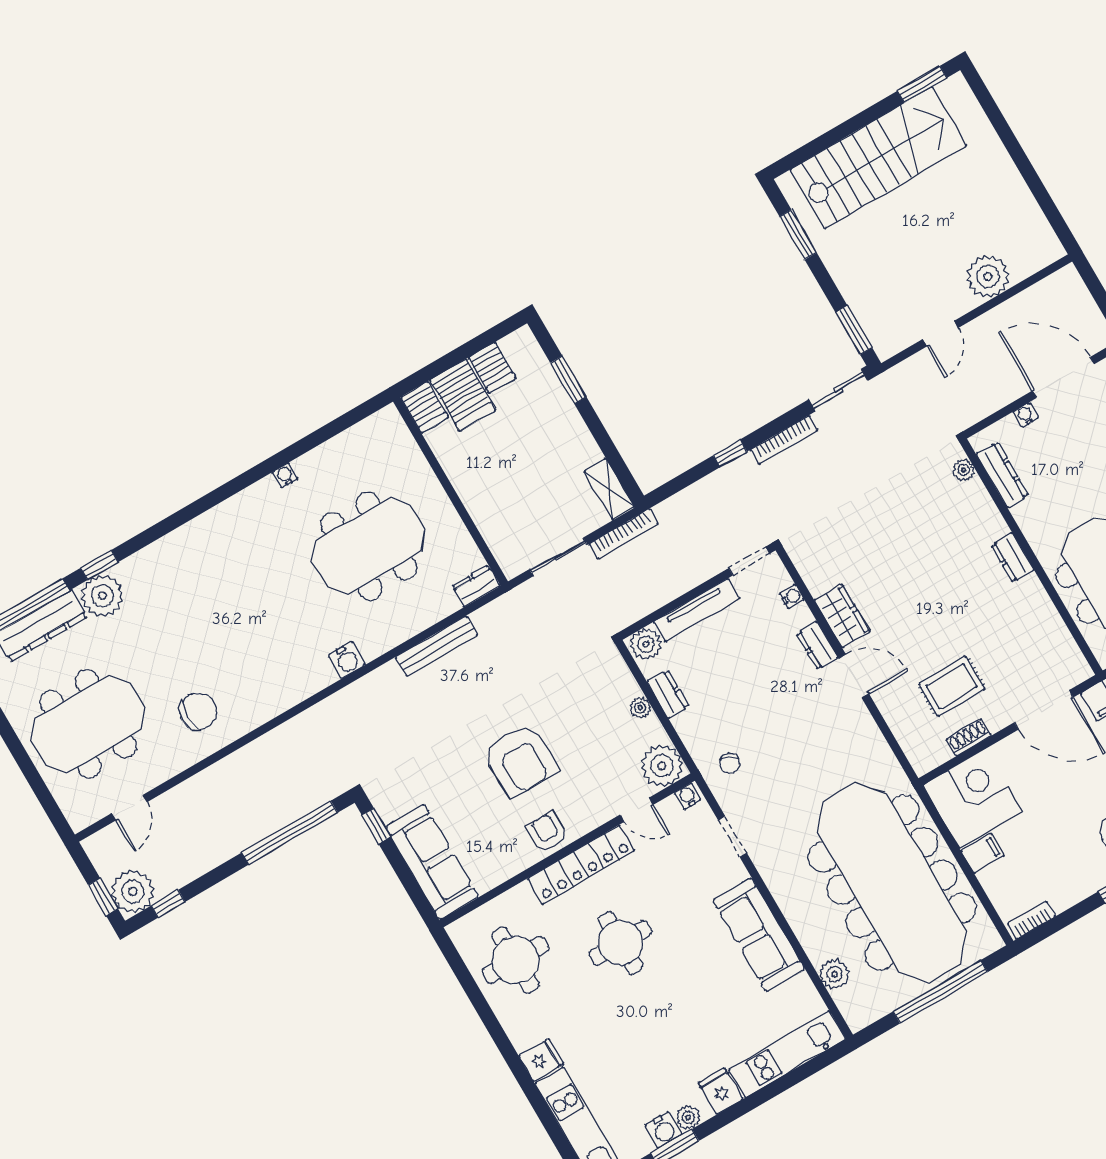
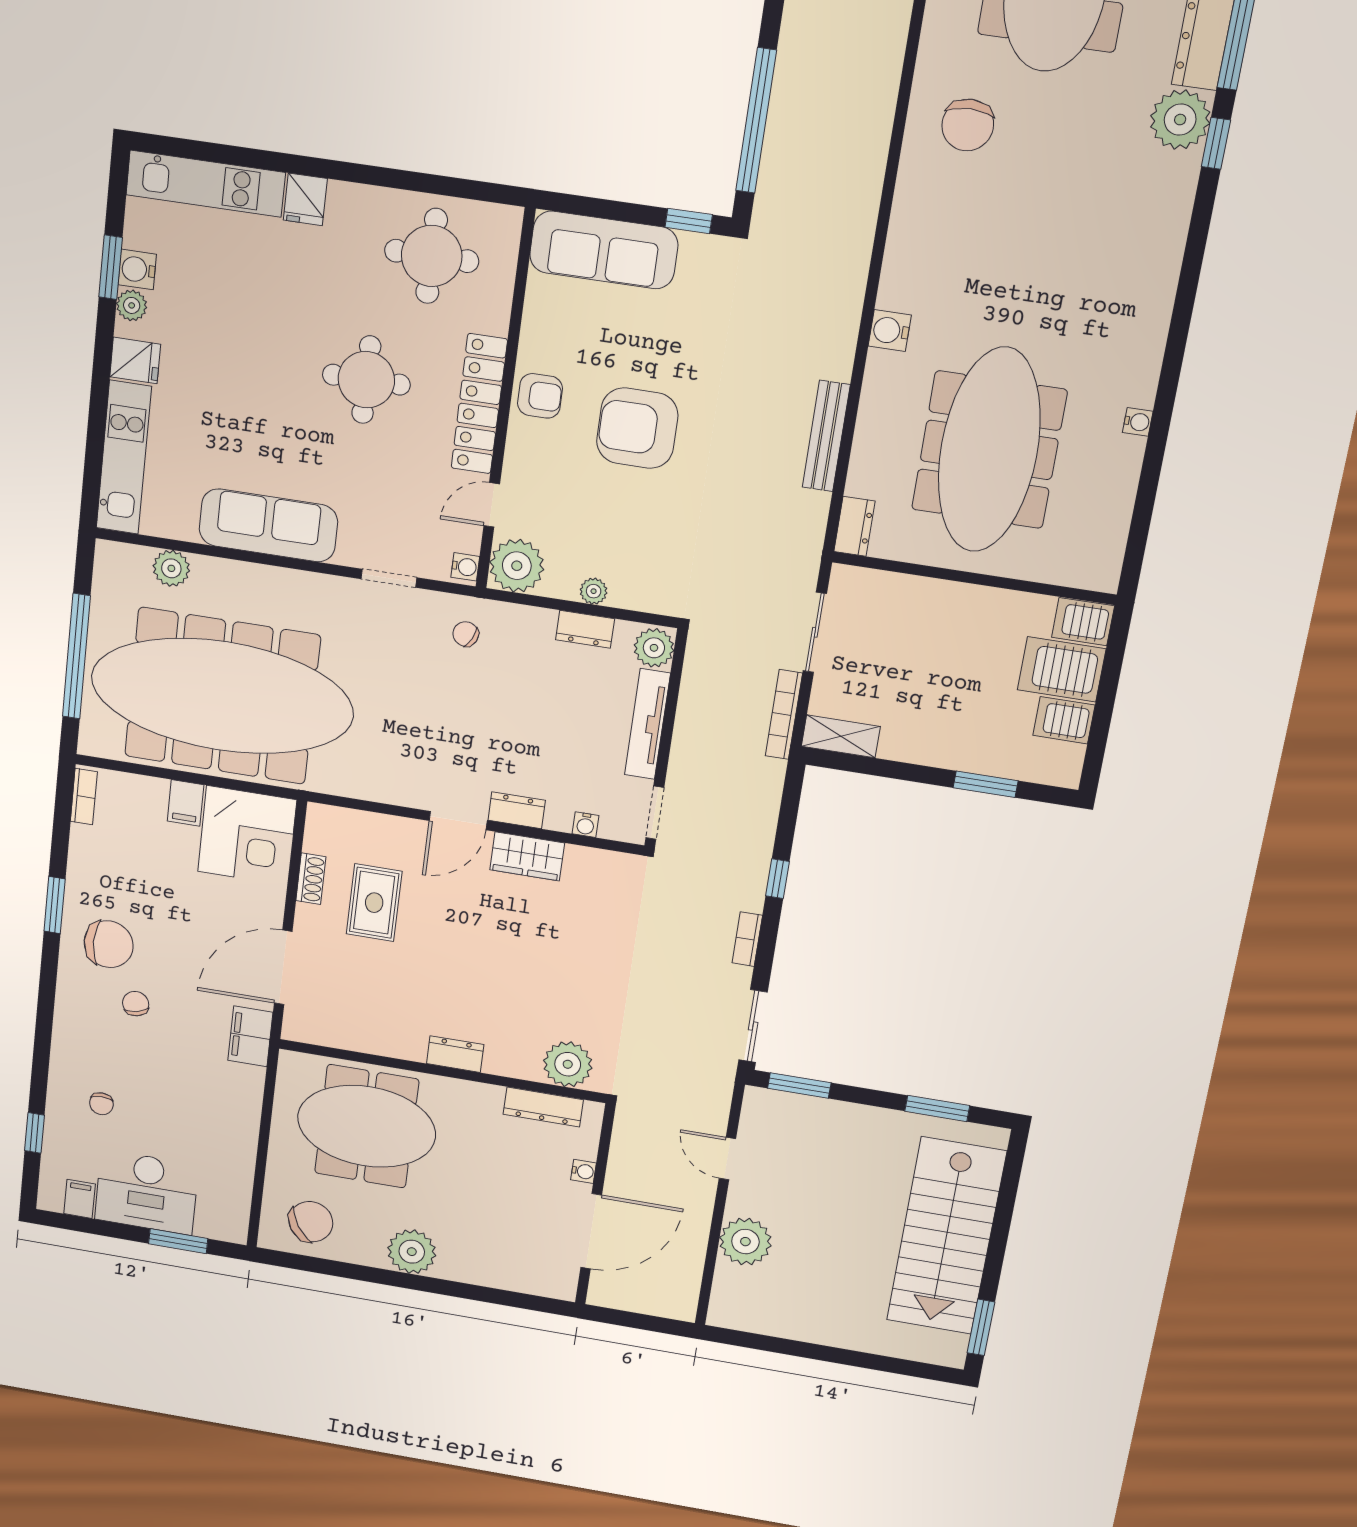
bookcase: (784, 440) -> (747, 939), width x0.64
plant: (963, 470) -> (568, 1064), width x1.88, depth x1.88
meeting table: (369, 546) -> (989, 450), width x1.36

